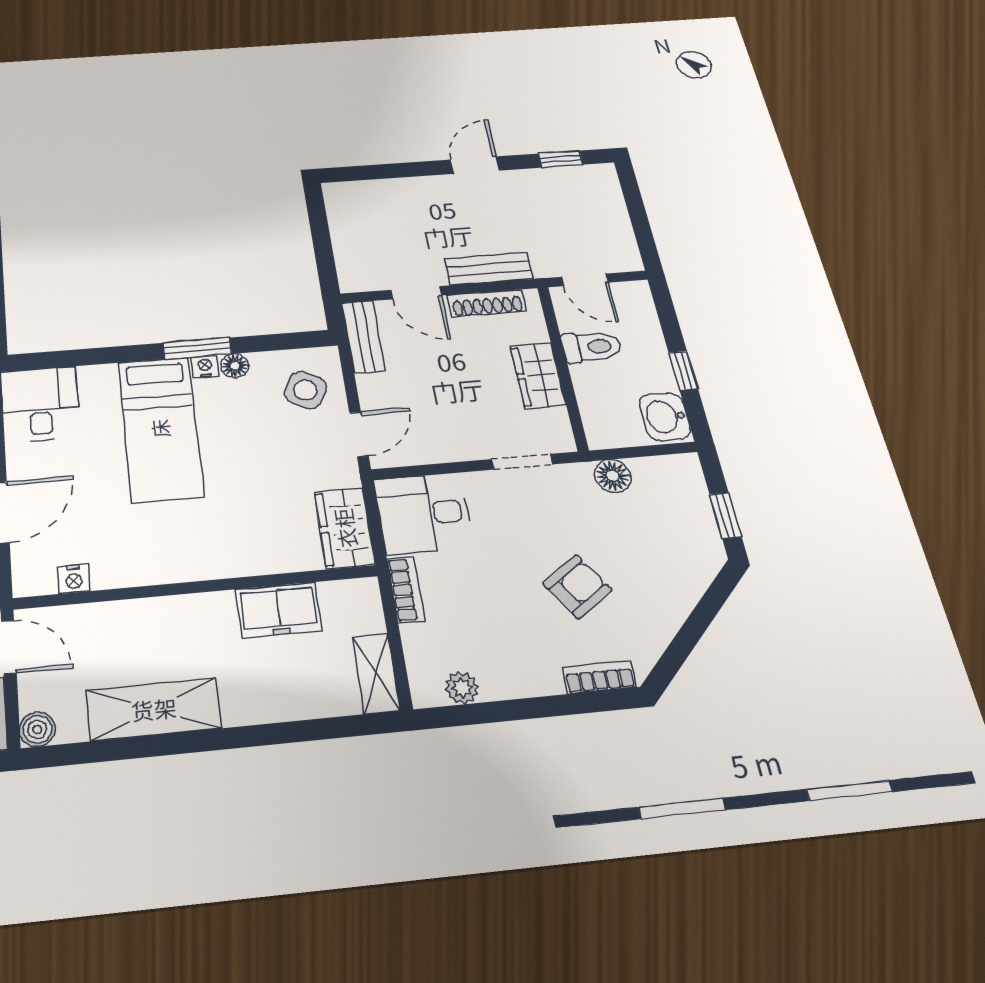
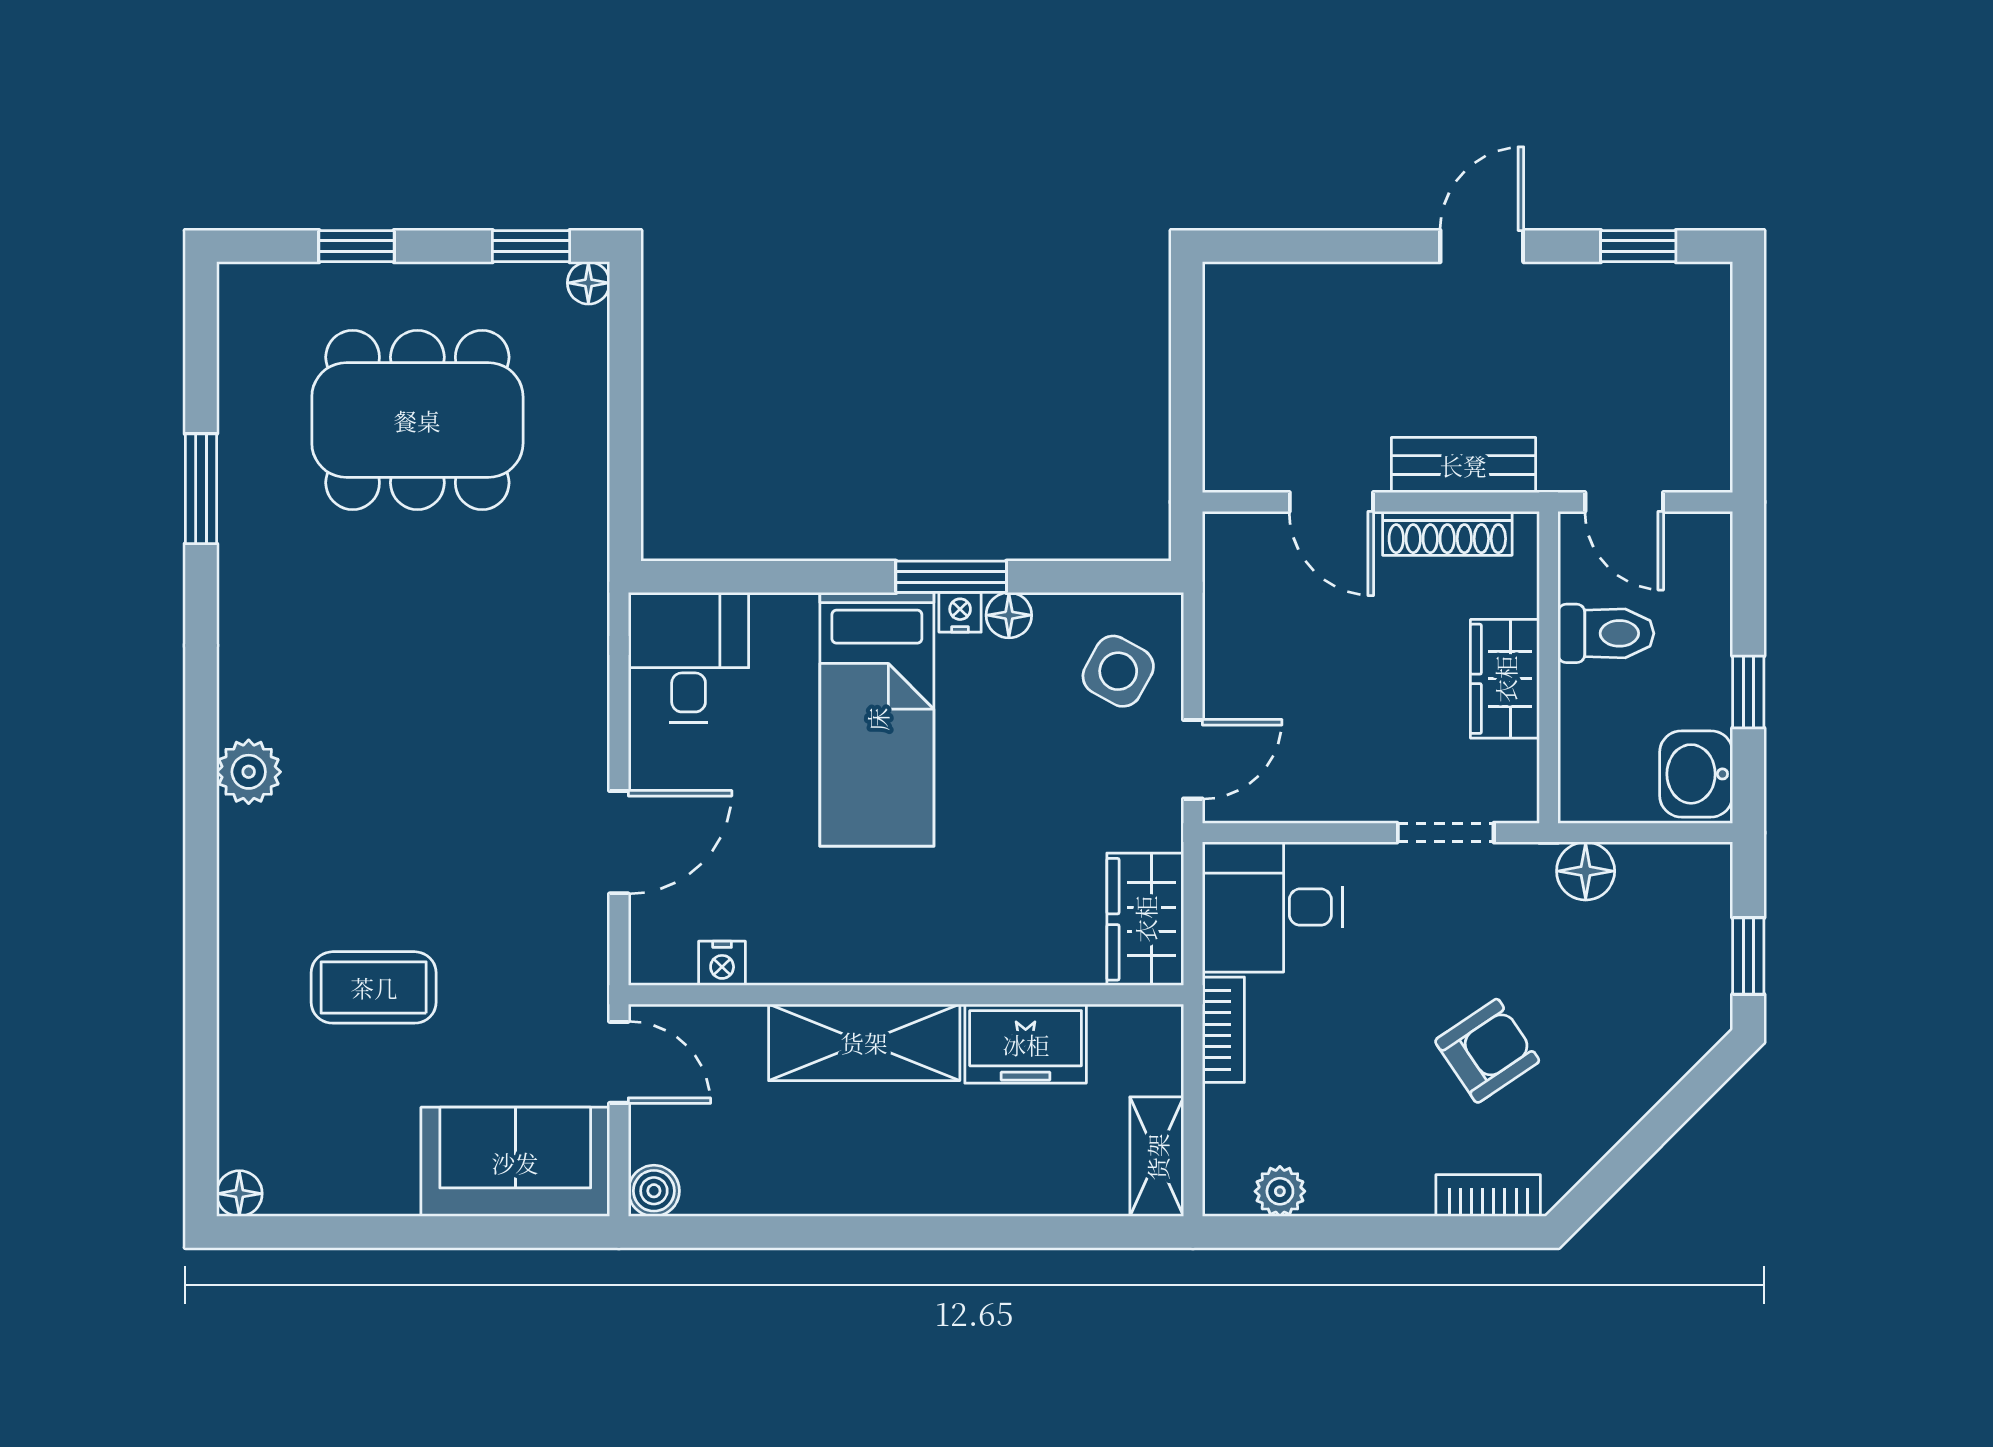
bench: (363, 337) -> (1228, 579), removed
shelving: (154, 709) -> (864, 1042), moved

